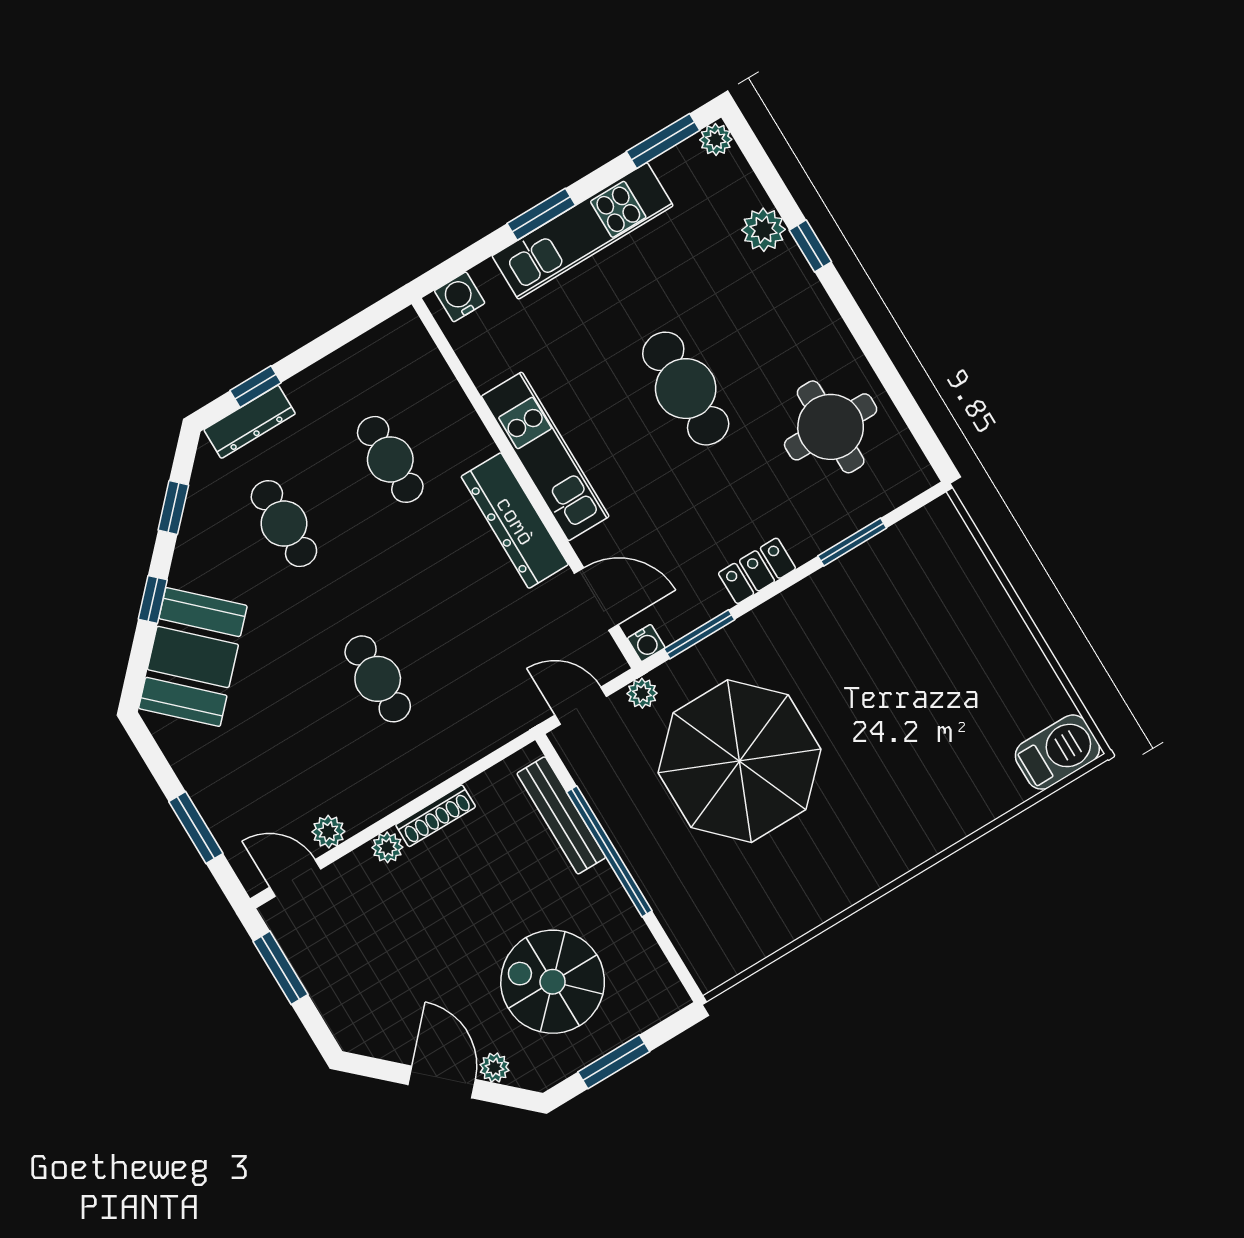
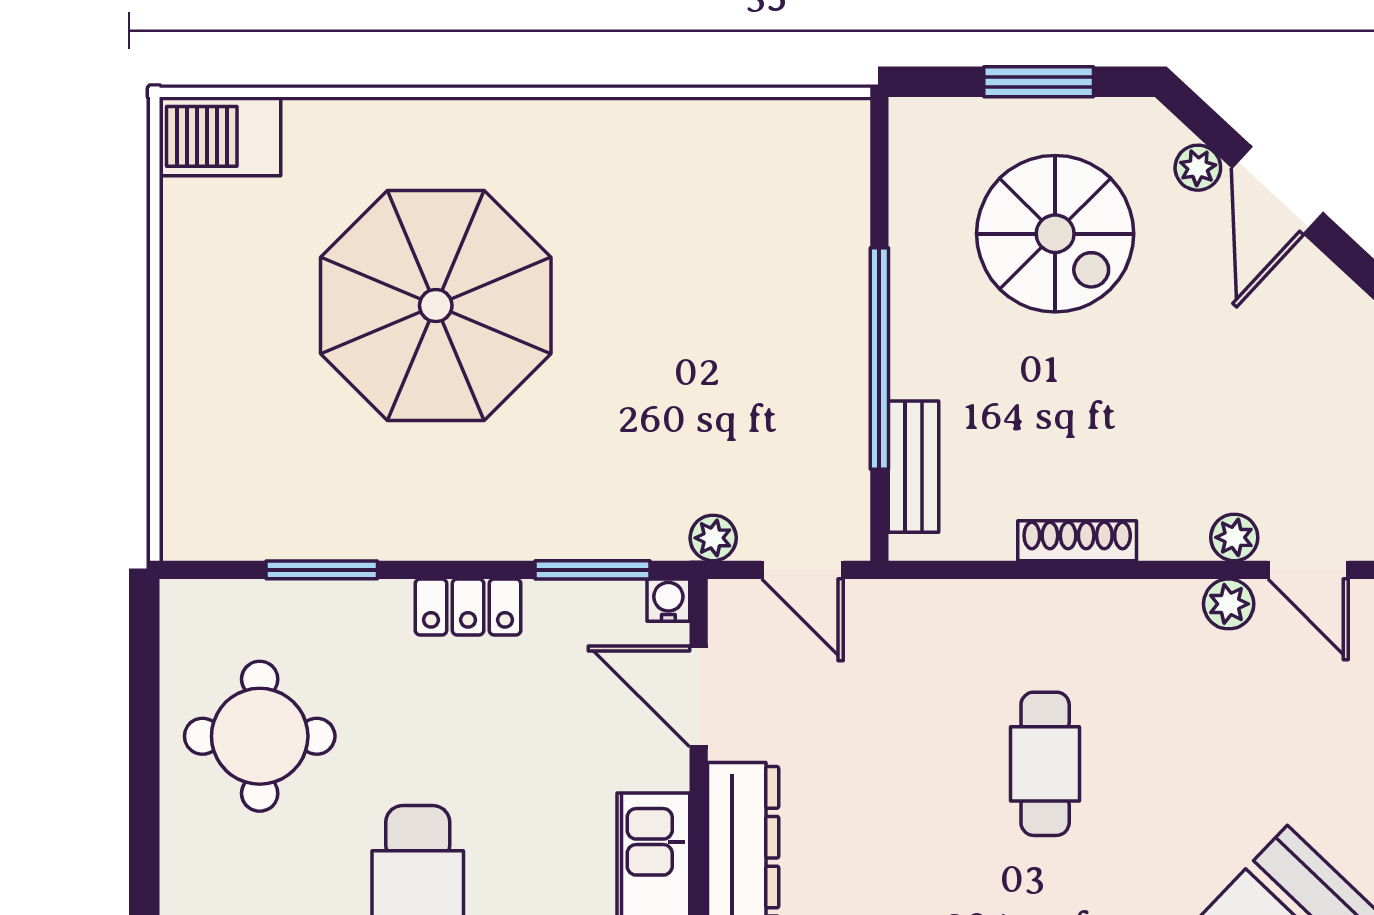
parasol: (740, 761) -> (436, 305), moved
bench: (561, 815) -> (914, 467), width x0.73
plant: (387, 847) -> (1234, 537), moved

